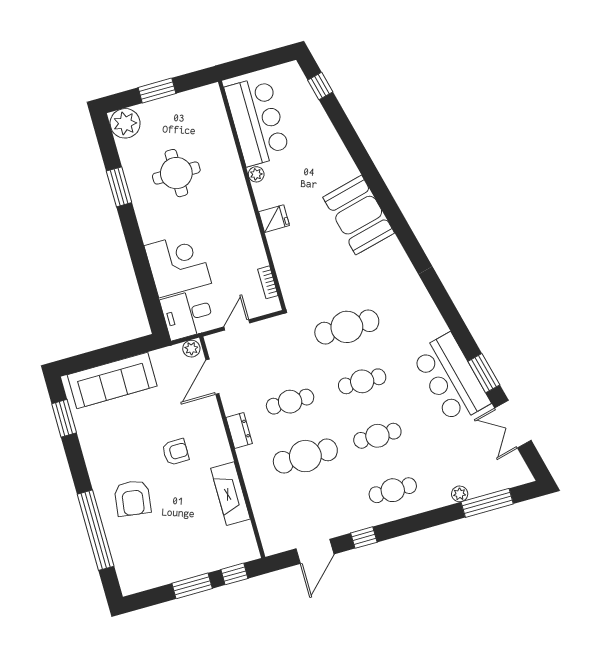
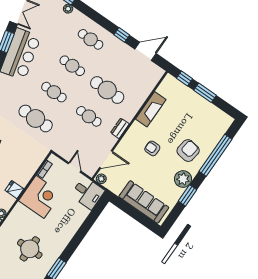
corner desk: (178, 264) -> (40, 197), moved, turned 180
door: (237, 325) -> (74, 167), swing flipped
window: (64, 418) -> (188, 195), moved
plant: (100, 459) -> (183, 179), added

